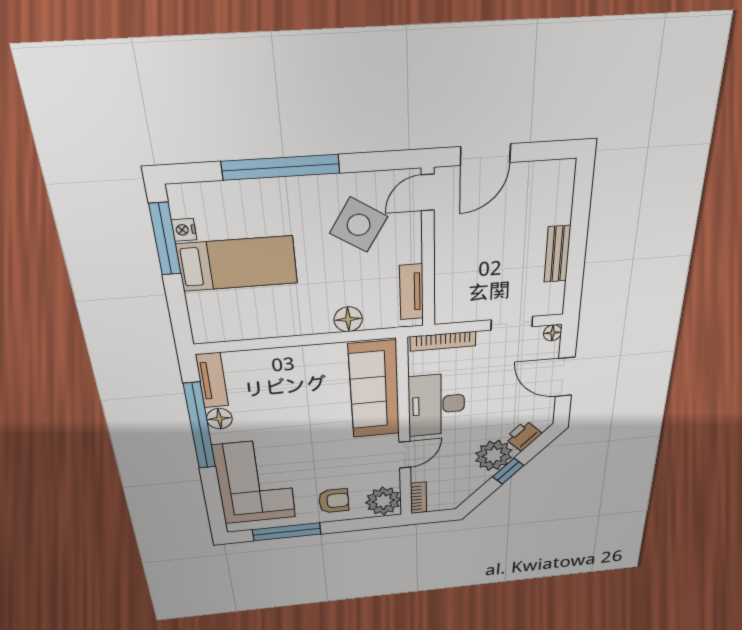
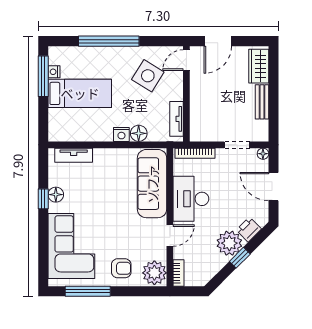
wardrobe: (556, 195) -> (259, 66), added
nightstand: (319, 323) -> (121, 134), added
tv unit: (212, 380) -> (74, 155), moved, turned 90
window: (200, 426) -> (43, 199), width x0.32

